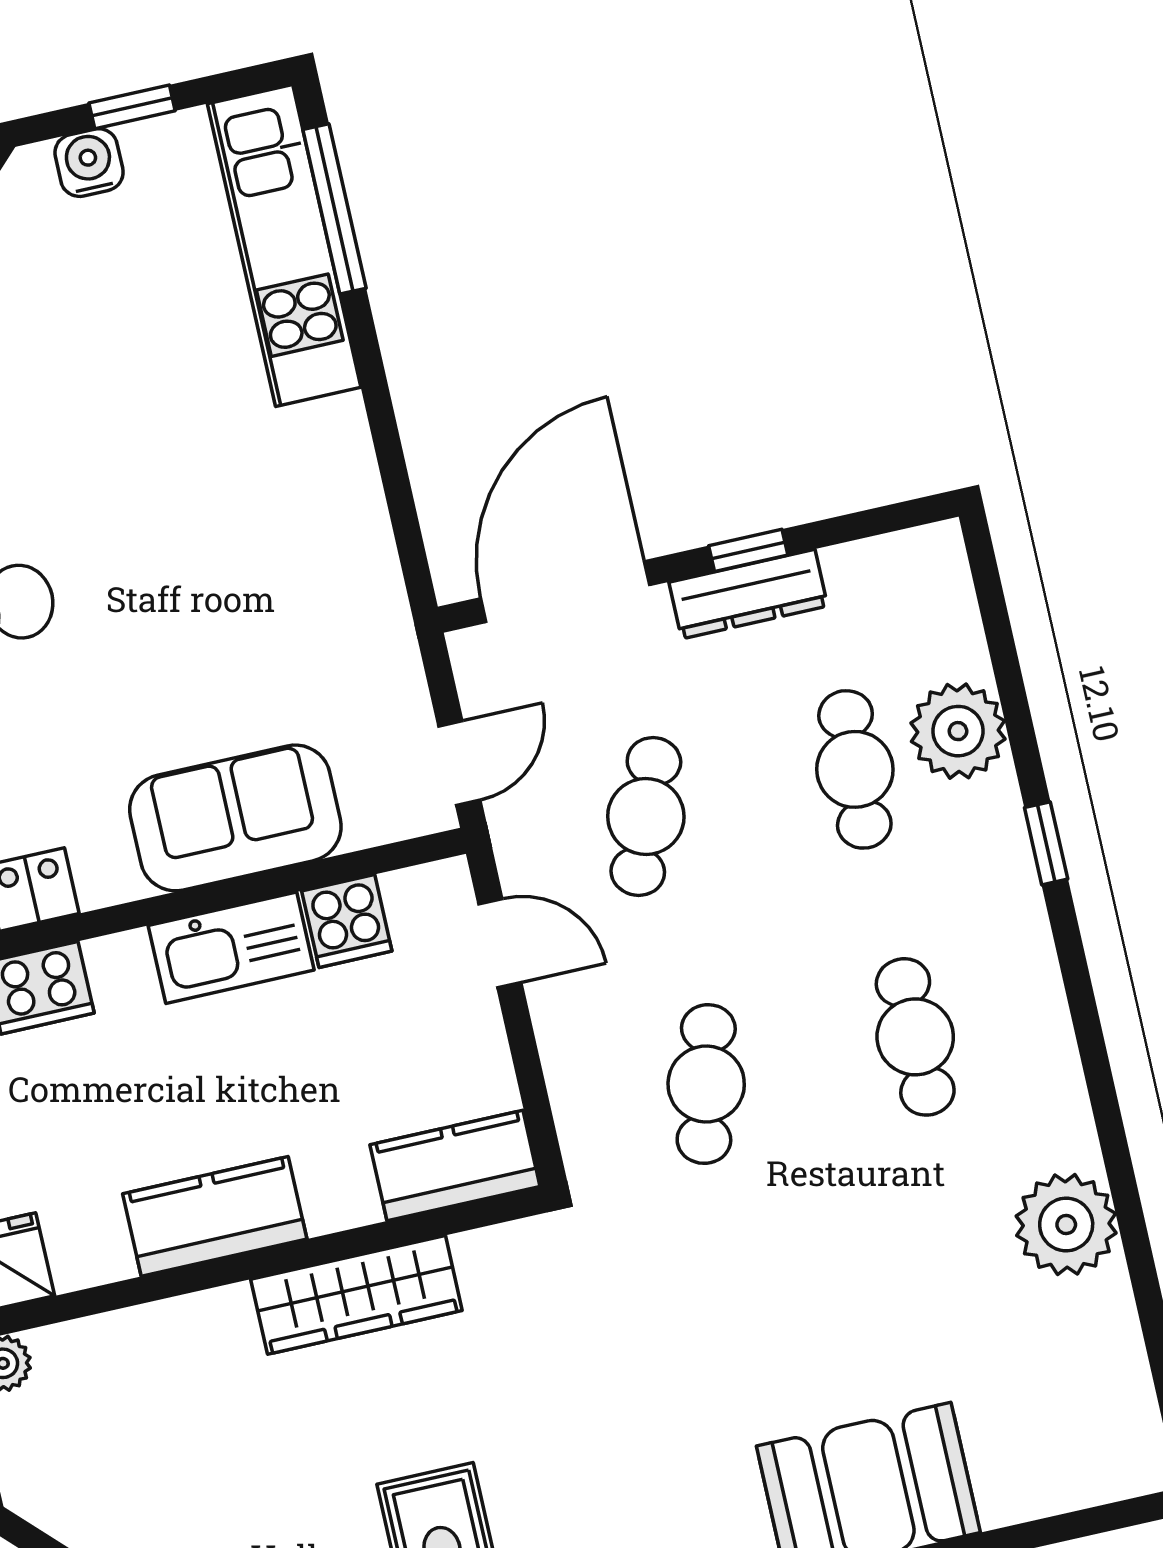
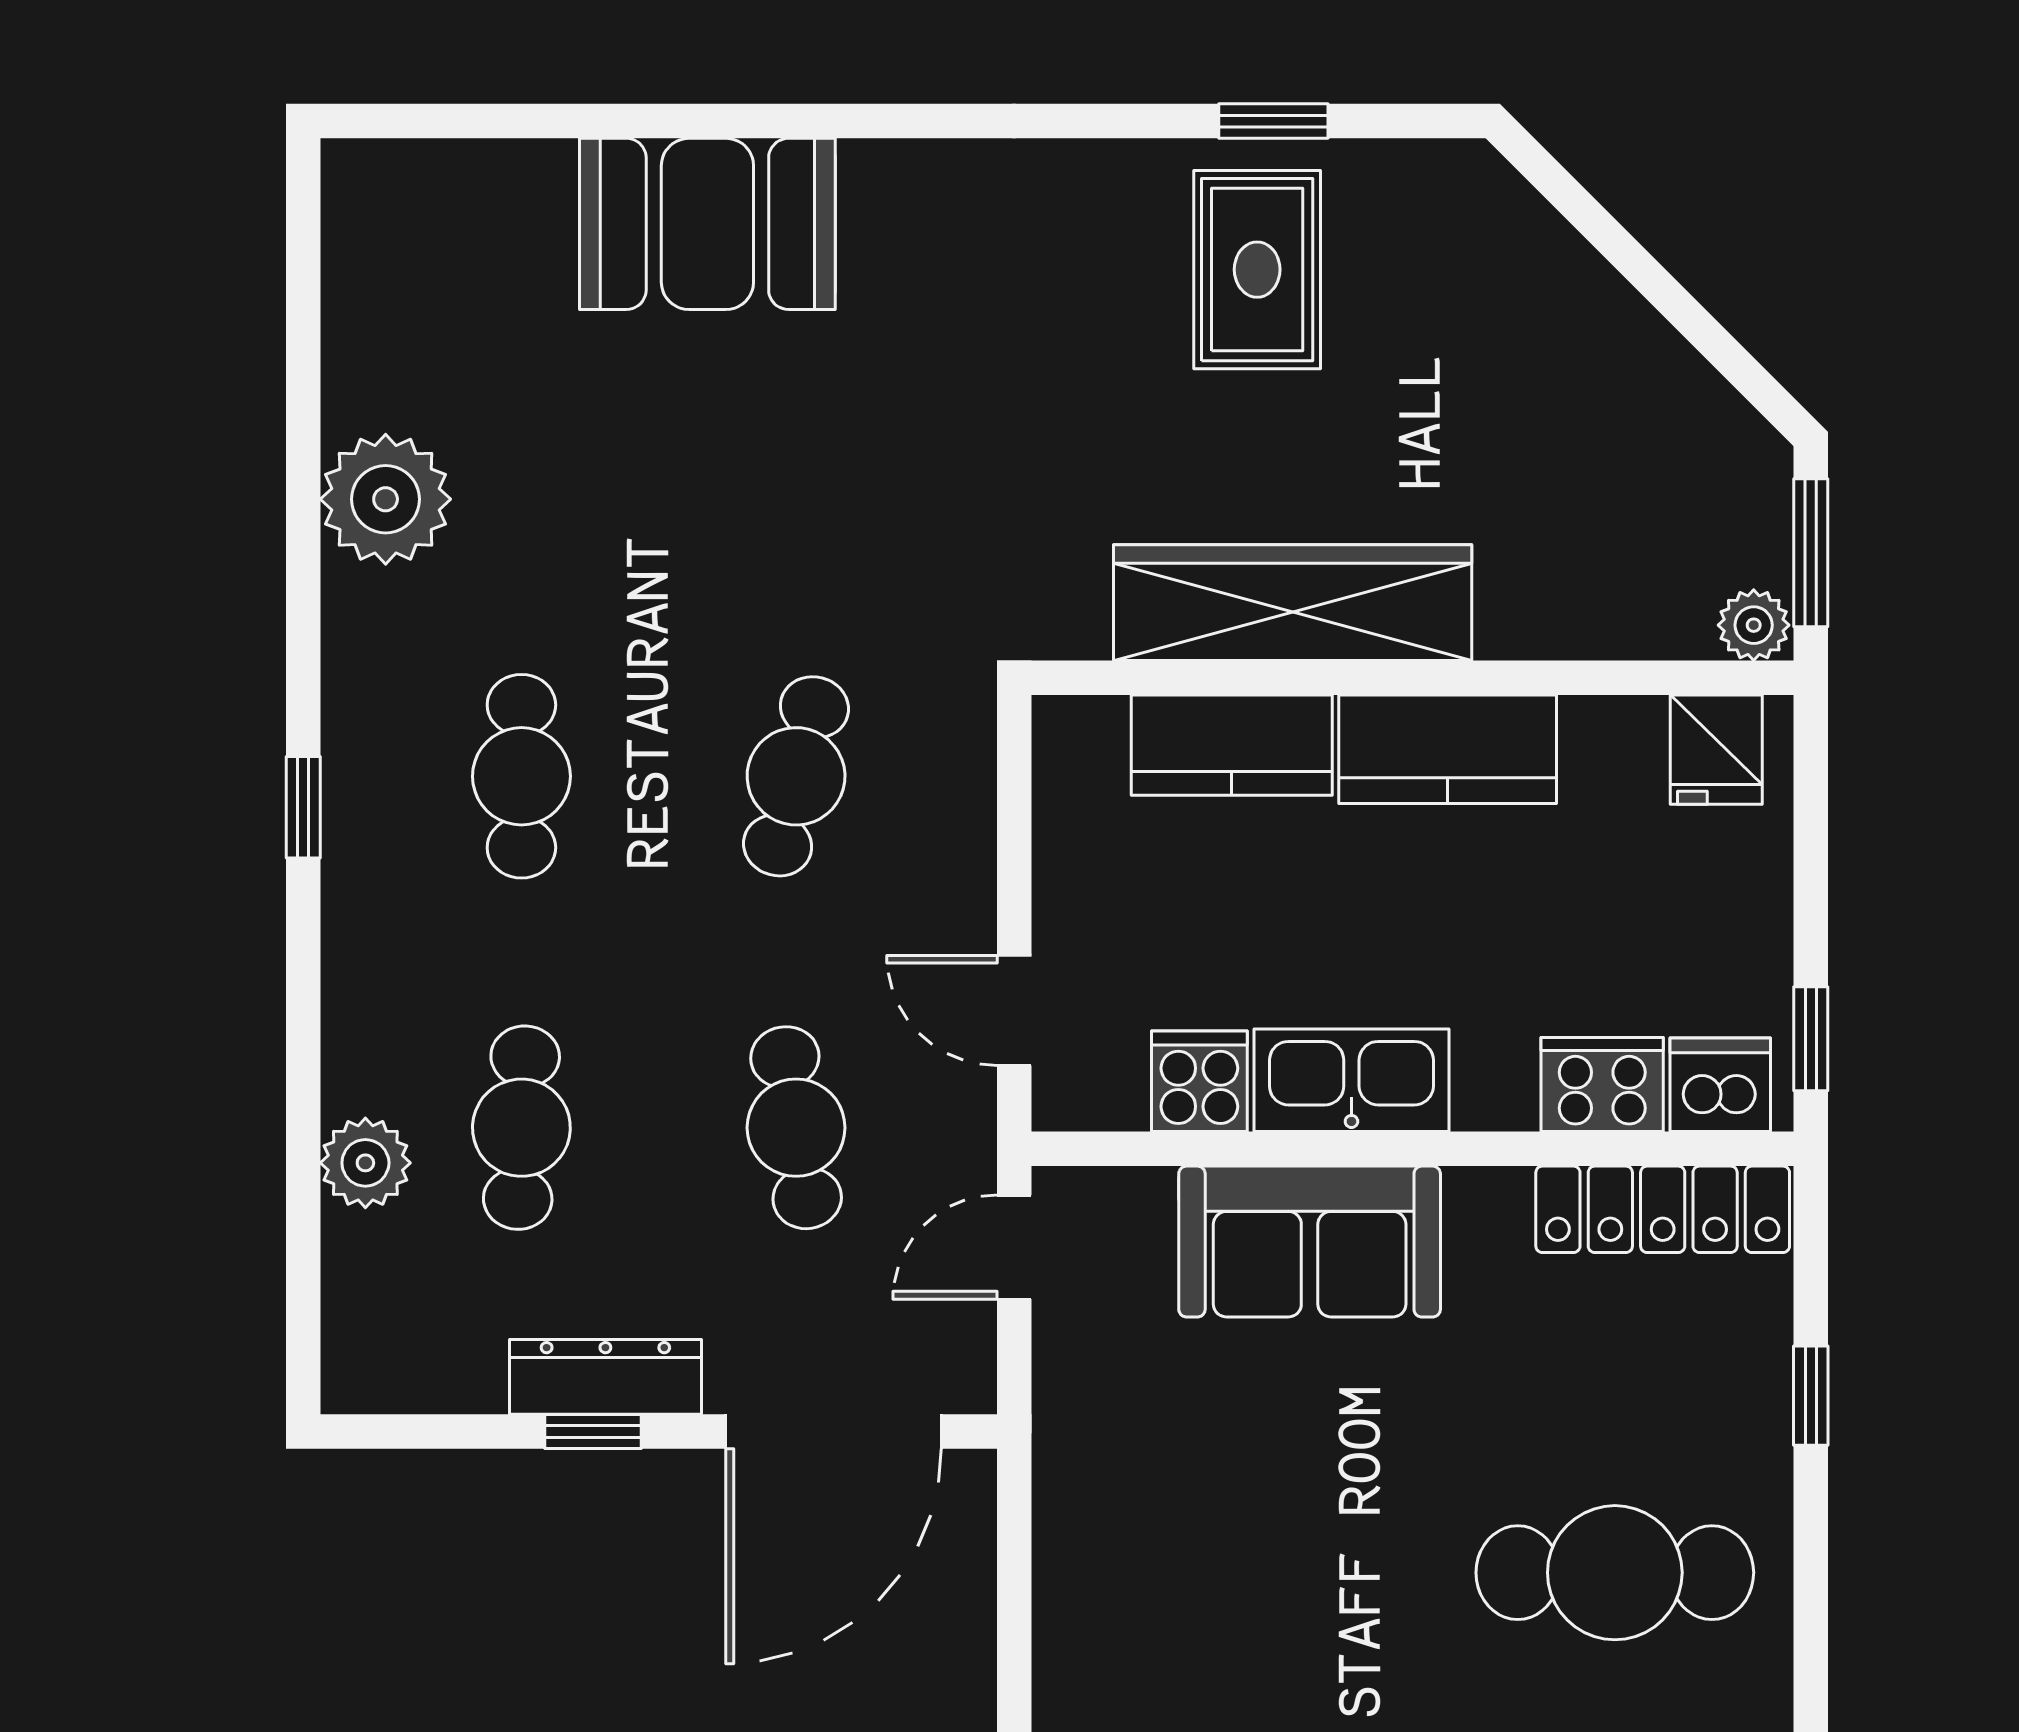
plant: (958, 731) -> (365, 1163), width x0.73, depth x0.73
cafe table: (646, 817) -> (796, 1128), turned -30
window: (1046, 843) -> (303, 807), moved
kitchen counter: (455, 1166) -> (1232, 745), moved
wardrobe: (356, 1295) -> (1293, 603), width x1.40, depth x1.17

